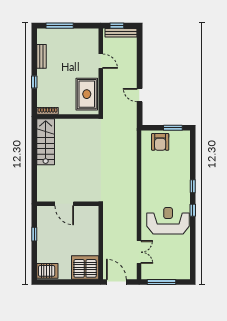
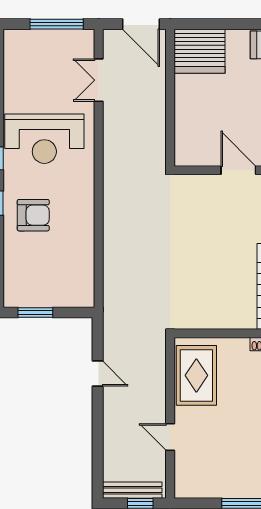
armchair: (160, 142) -> (33, 215), moved, turned 90

